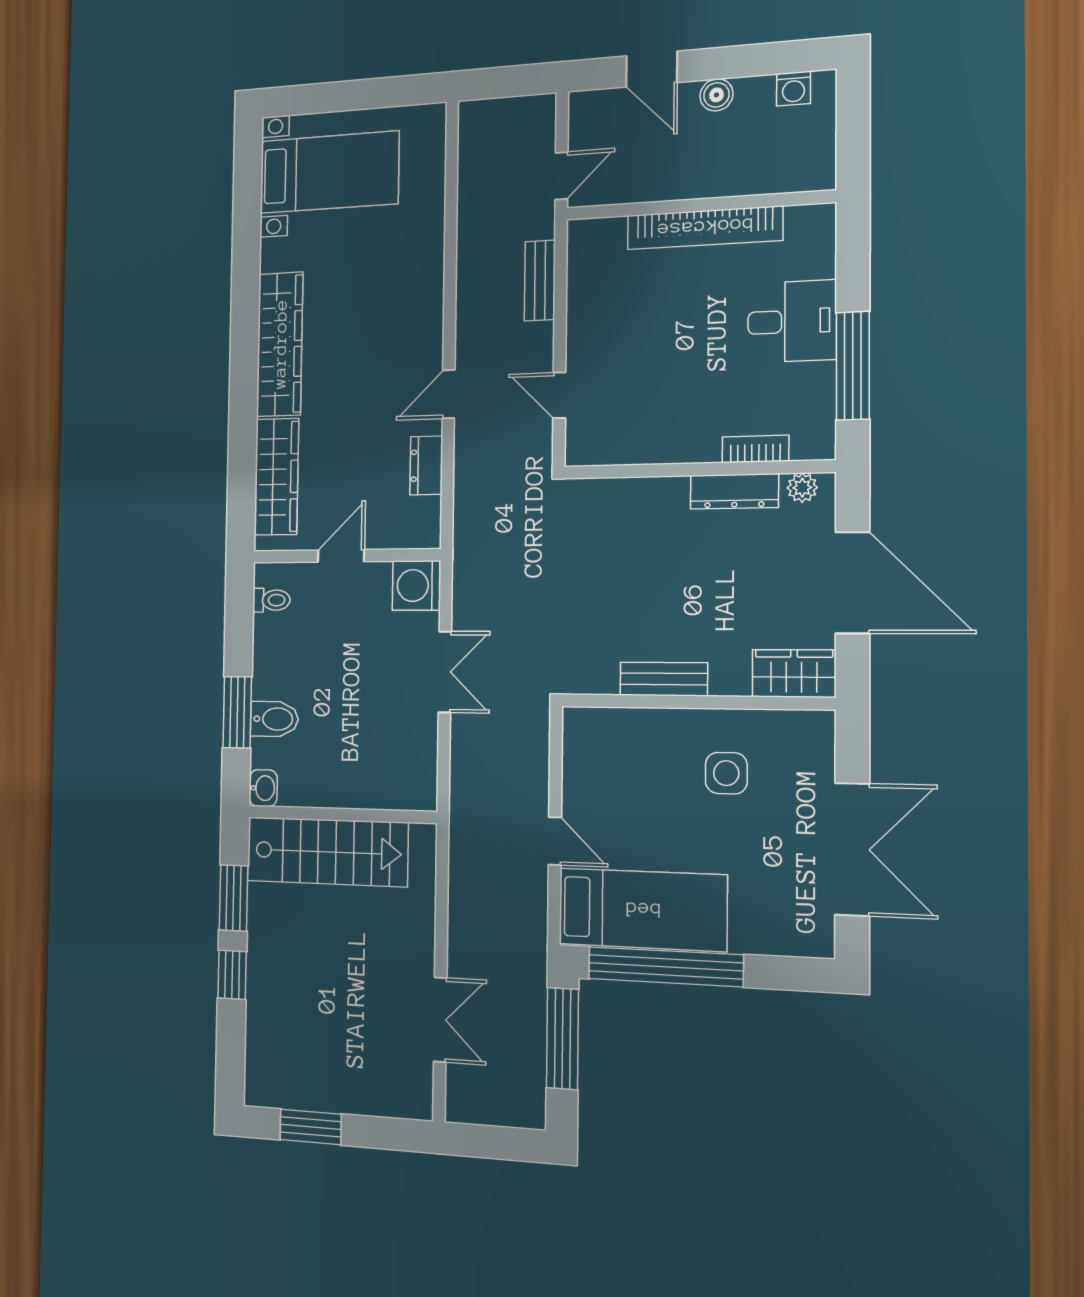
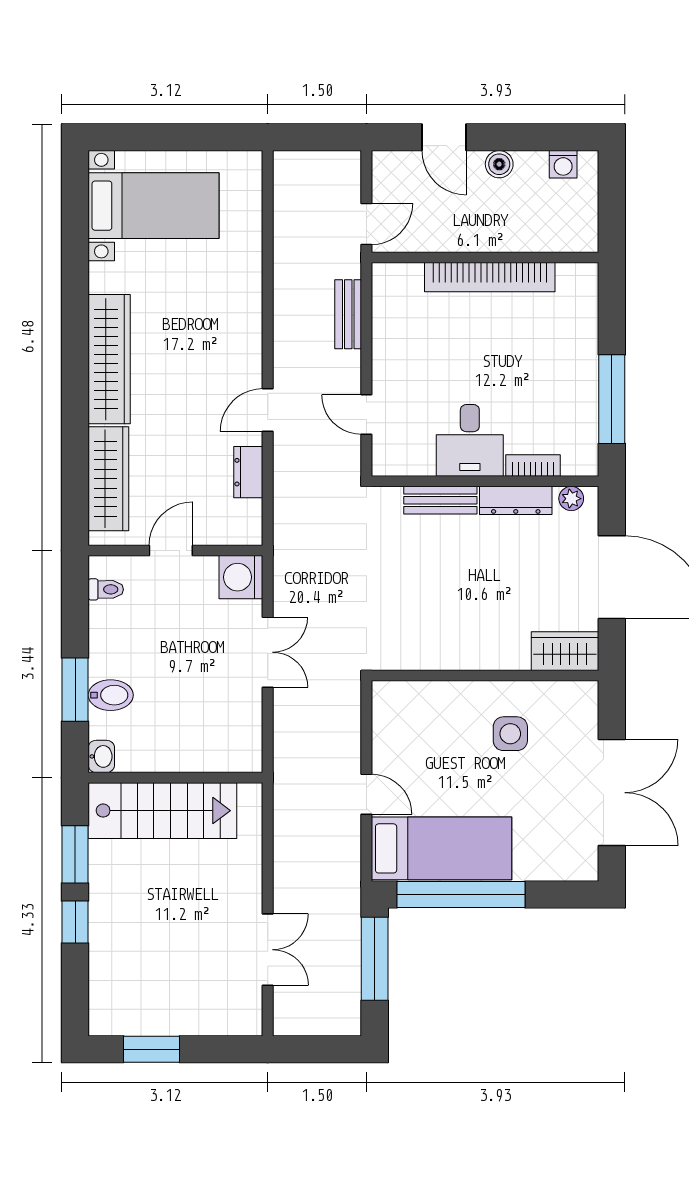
desk: (792, 321) -> (470, 440), moved, turned 90
bench: (664, 679) -> (440, 500), moved

